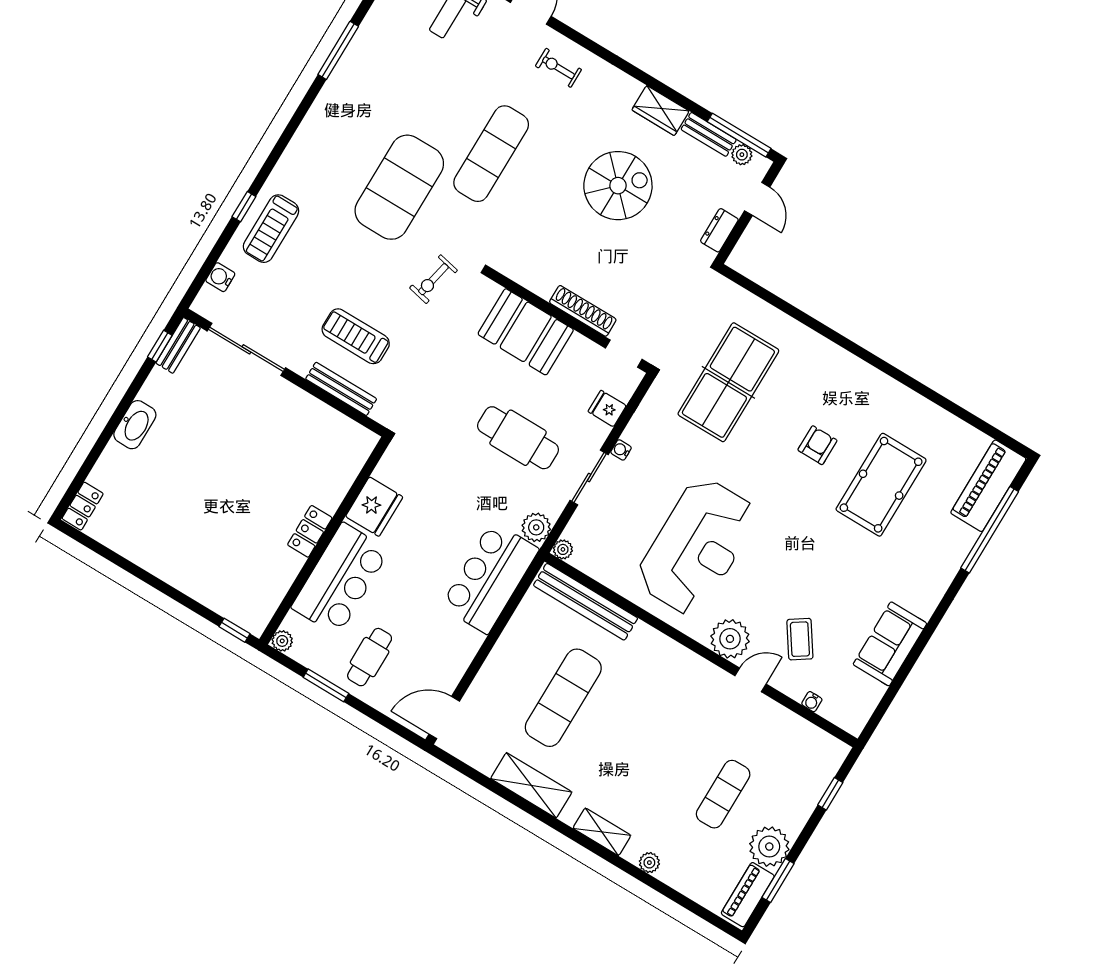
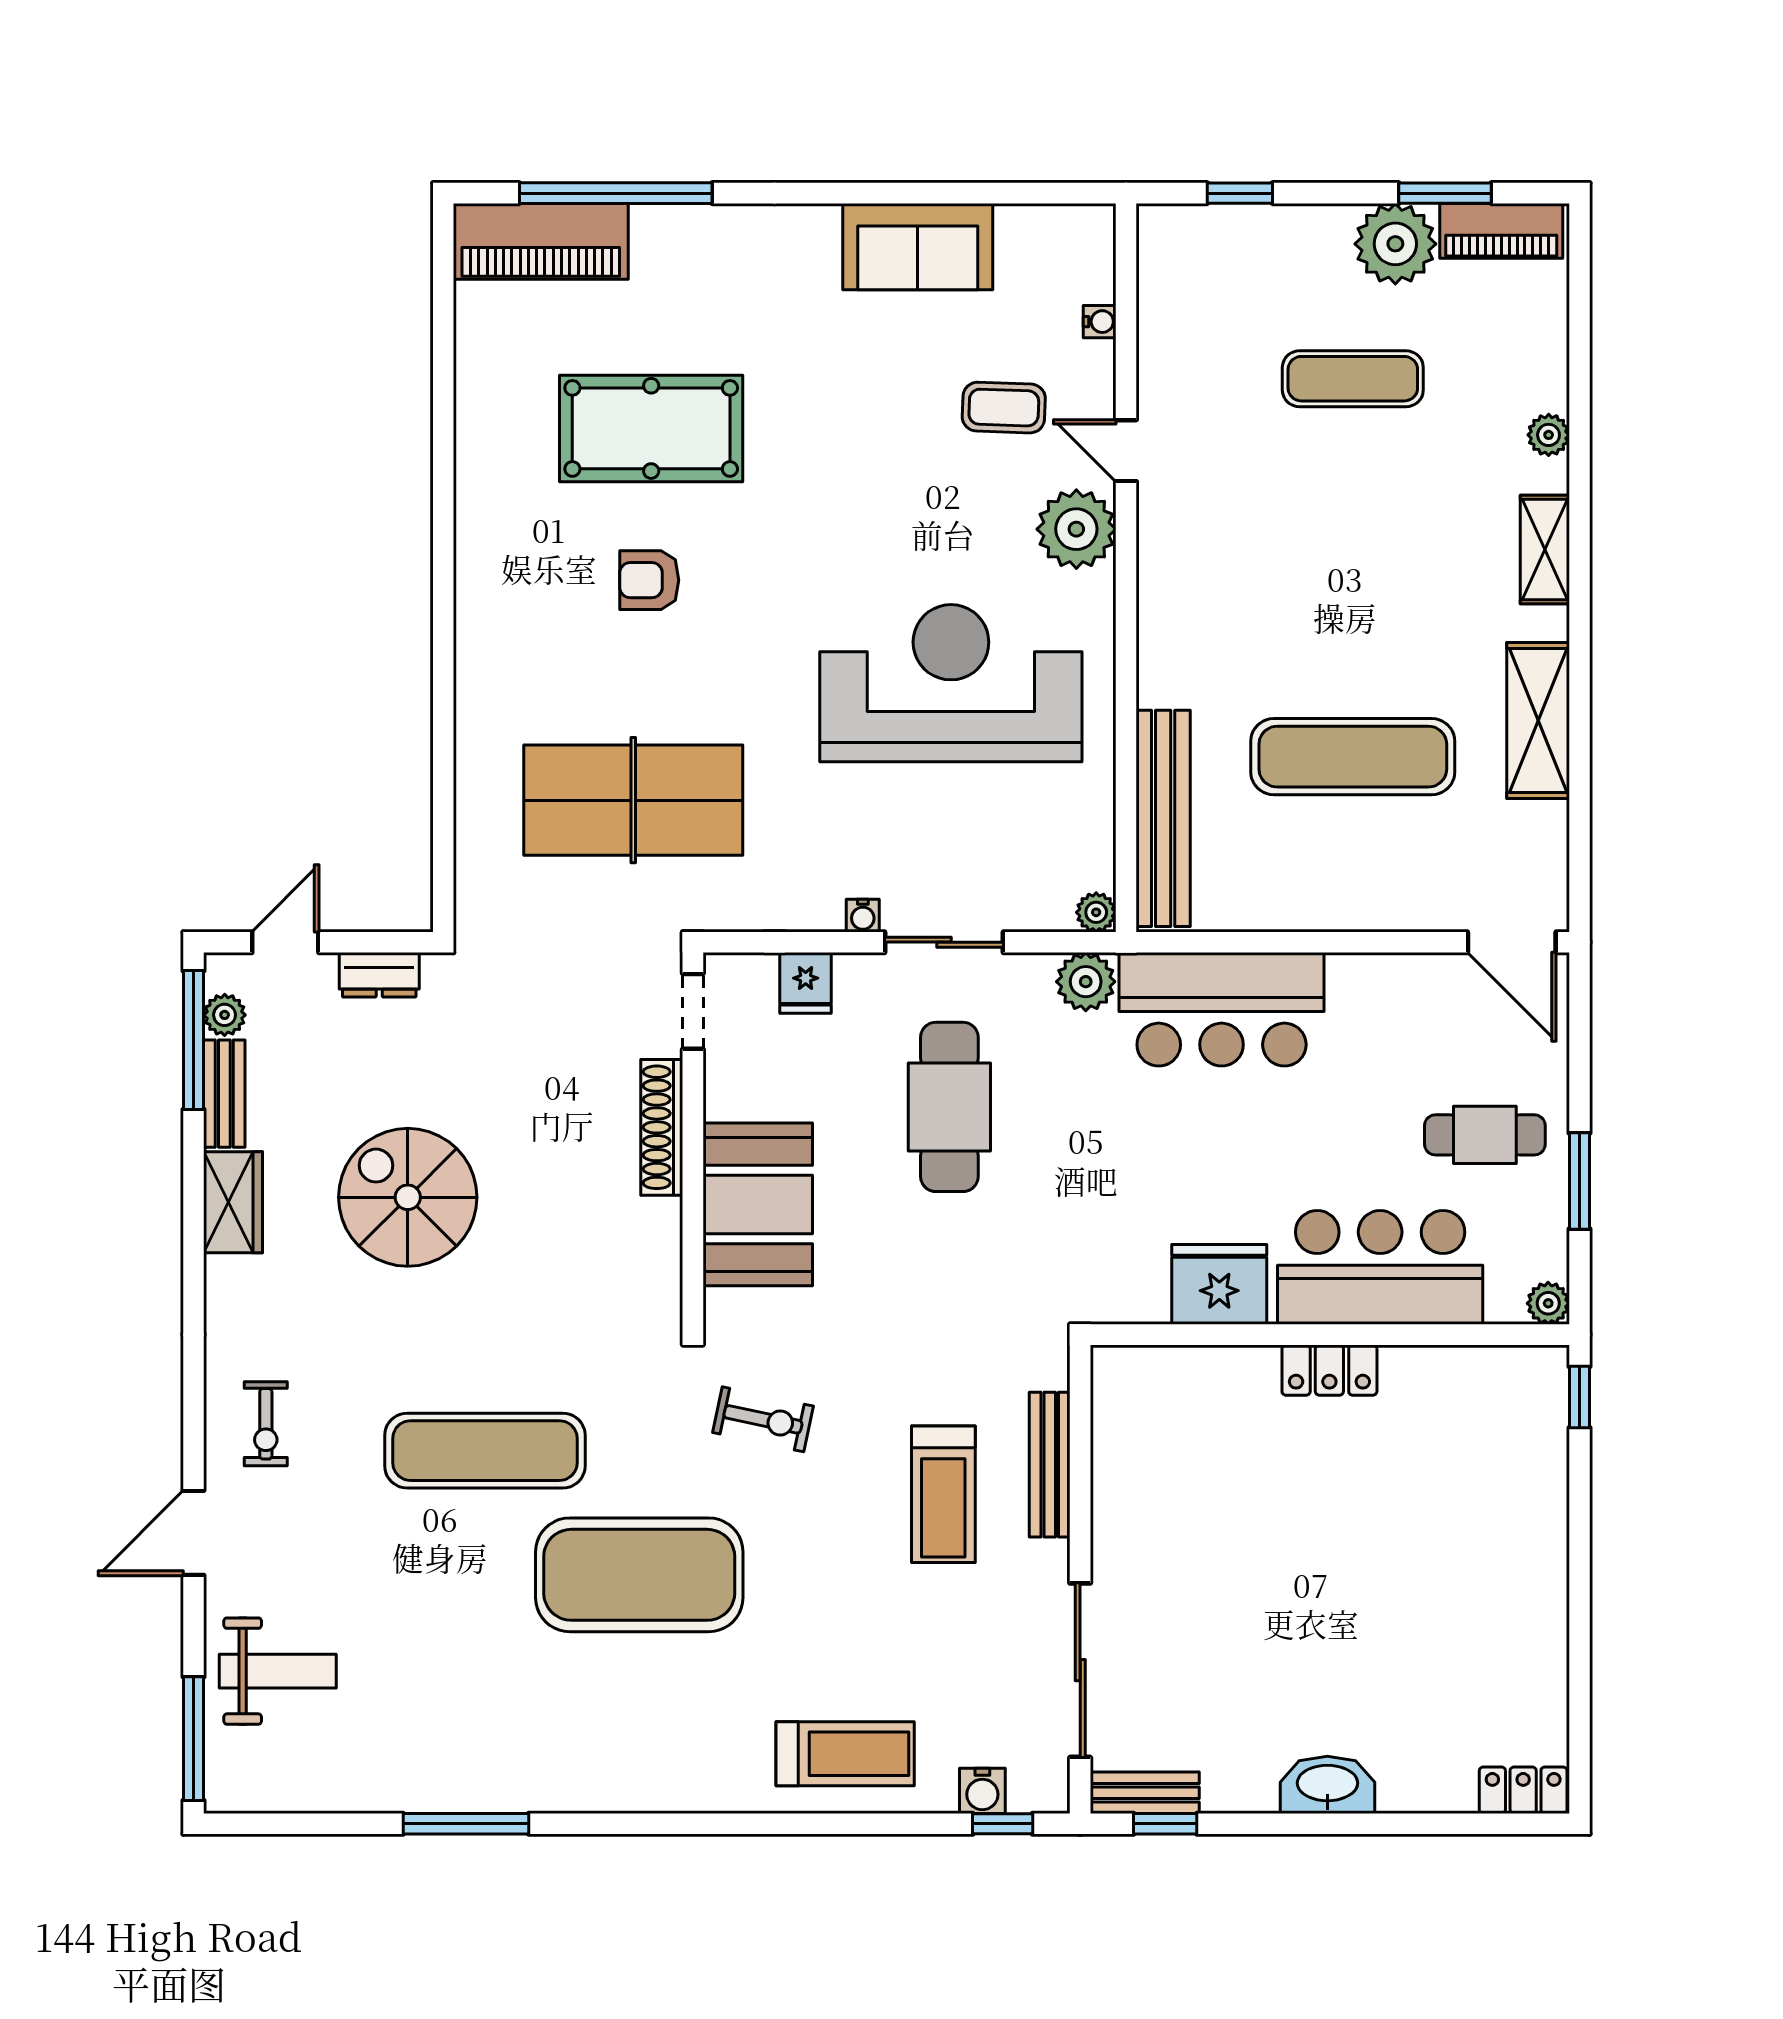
window: (244, 207) -> (1003, 1824), moved
coffee table: (800, 639) -> (1004, 408), turned 36

